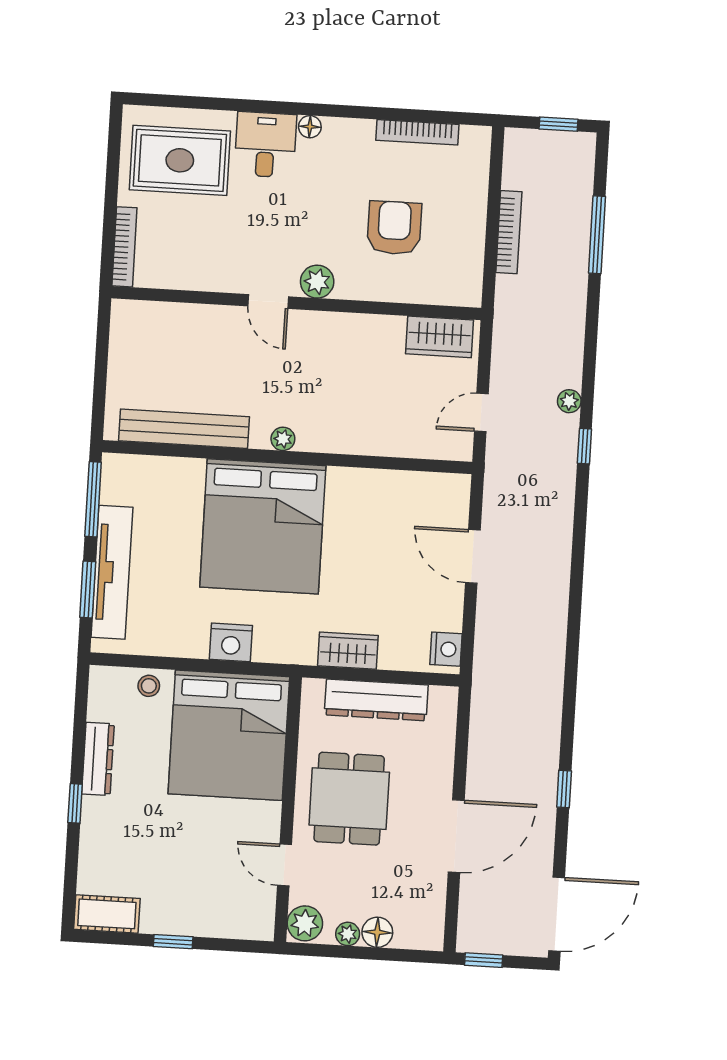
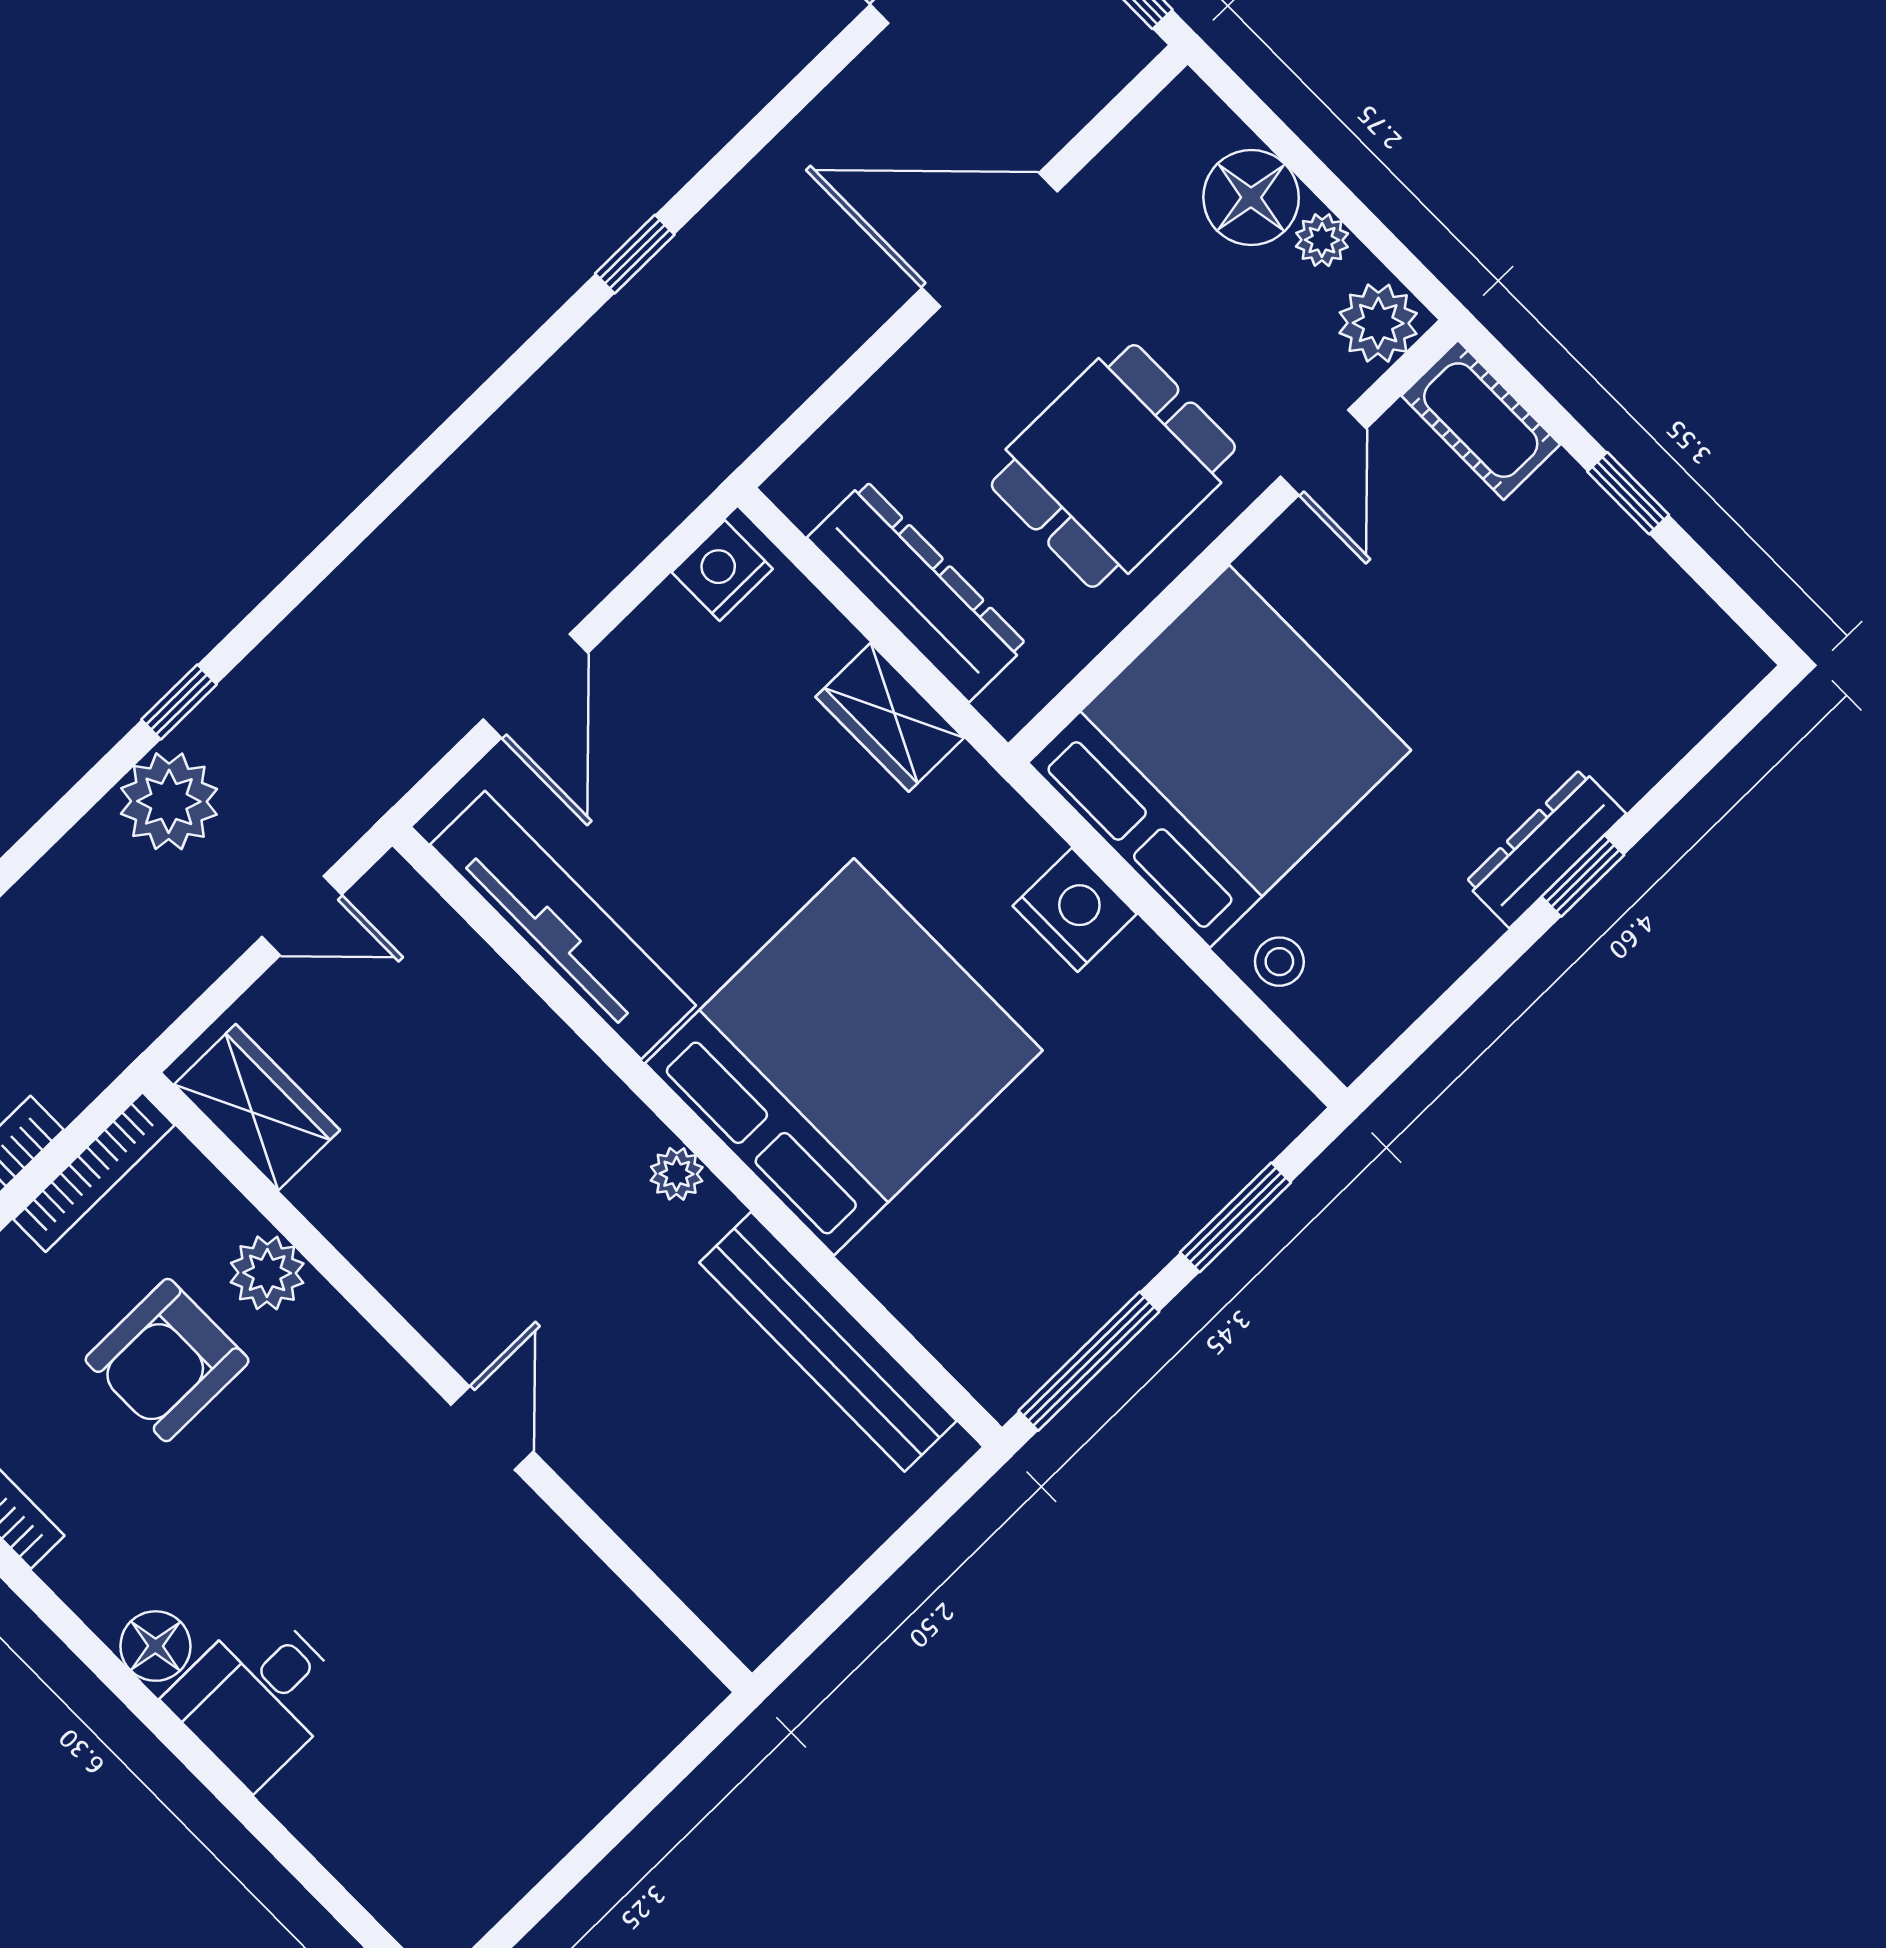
floor lamp: (310, 127) -> (155, 1646), width x1.37, depth x1.37
rug: (180, 160) -> (426, 1801), removed
bookcase: (124, 247) -> (94, 1172), moved, turned 180
plant: (317, 282) -> (267, 1273), moved
plant: (569, 401) -> (169, 801), width x1.88, depth x1.88
tv unit: (112, 572) -> (563, 925), moved, turned 90
dresser: (98, 759) -> (1545, 848), moved
window: (564, 789) -> (635, 254), moved
cot: (107, 914) -> (1481, 420), moved
floor lamp: (377, 932) -> (1251, 197), width x1.38, depth x1.38

